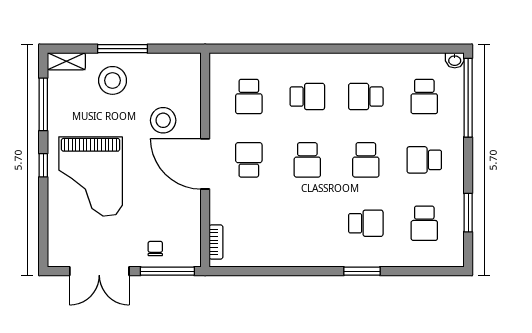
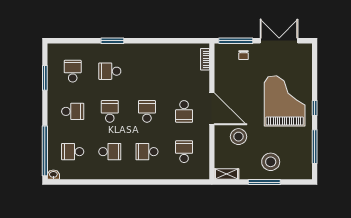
shelving: (66, 61) -> (227, 174), moved
school desk: (424, 97) -> (73, 152), turned -90

